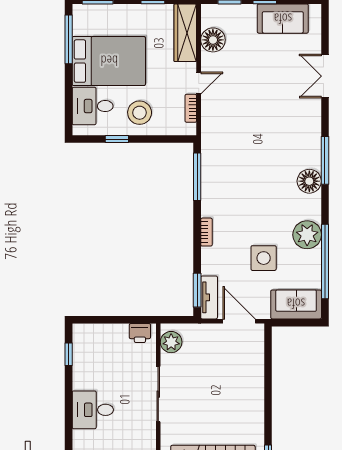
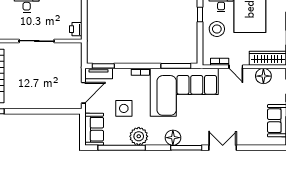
double door: (325, 76) -> (223, 148), moved
corner sofa: (238, 164) -> (184, 92), added
plant: (171, 342) -> (70, 49), removed

